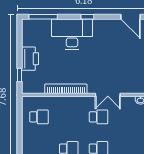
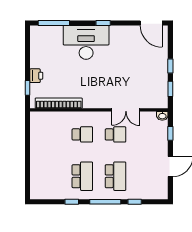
printer: (30, 59) -> (36, 76), width x0.53, depth x0.68
bookcase: (66, 89) -> (59, 103), moved
school desk: (39, 117) -> (82, 134), moved

